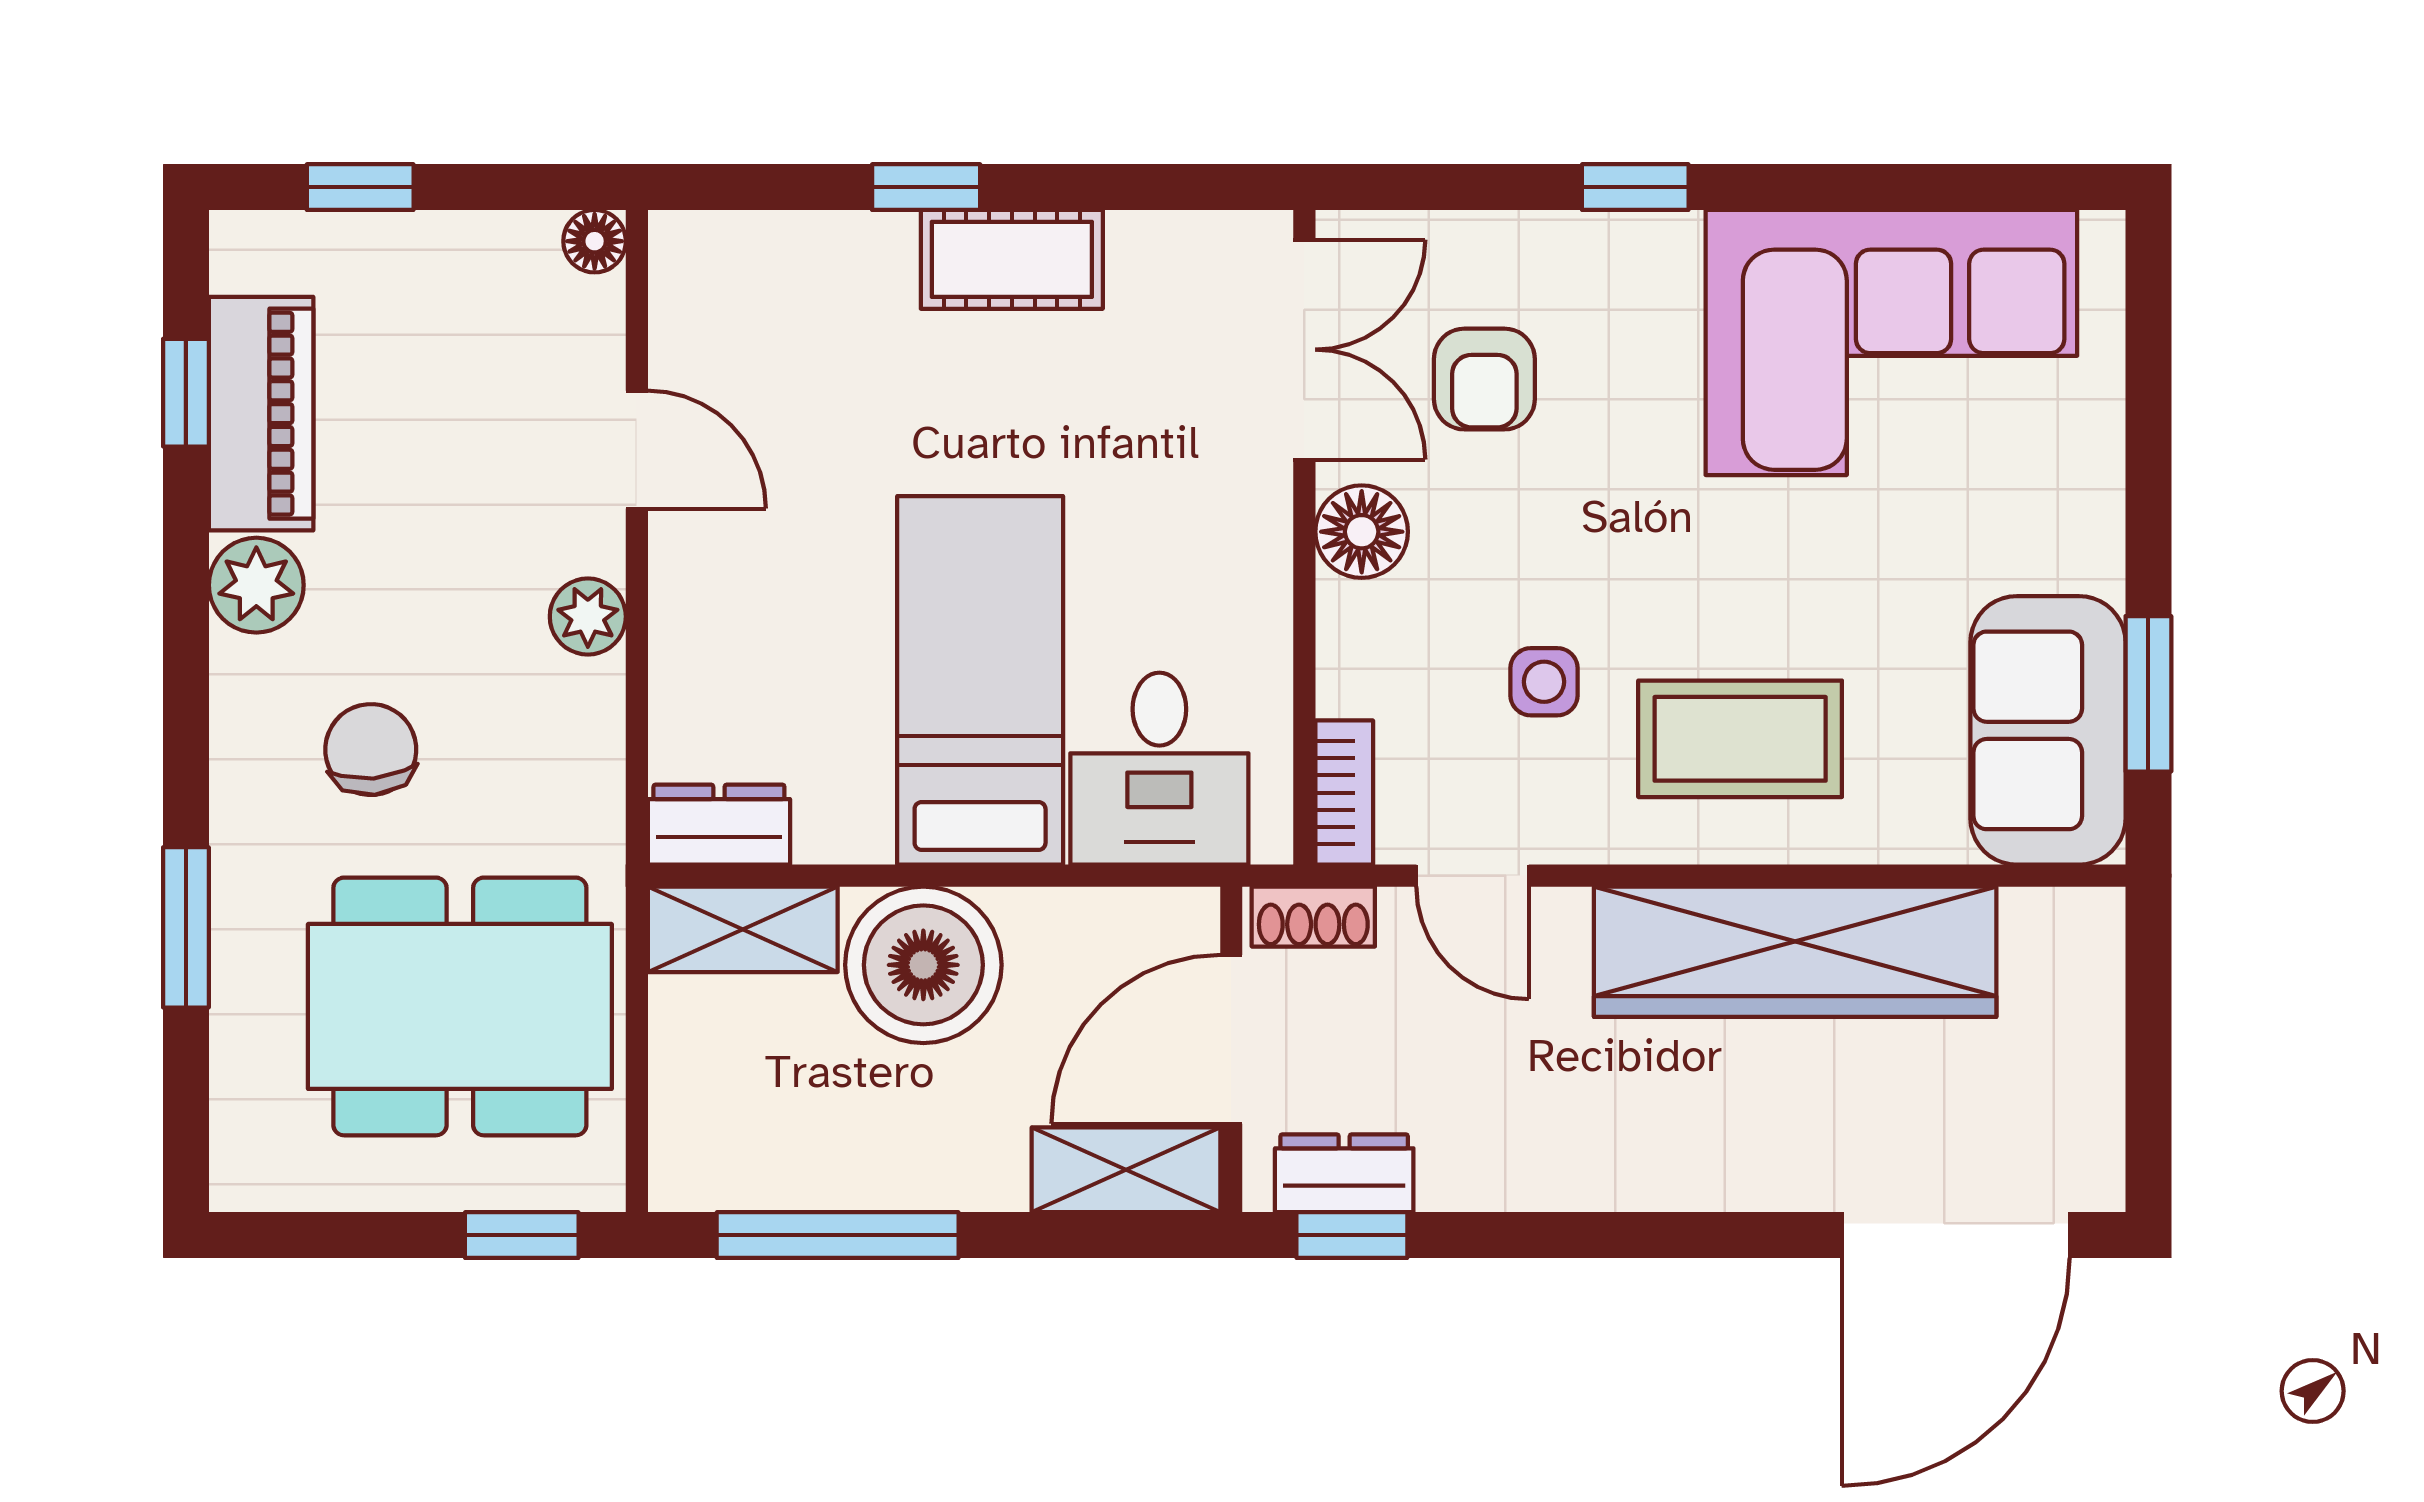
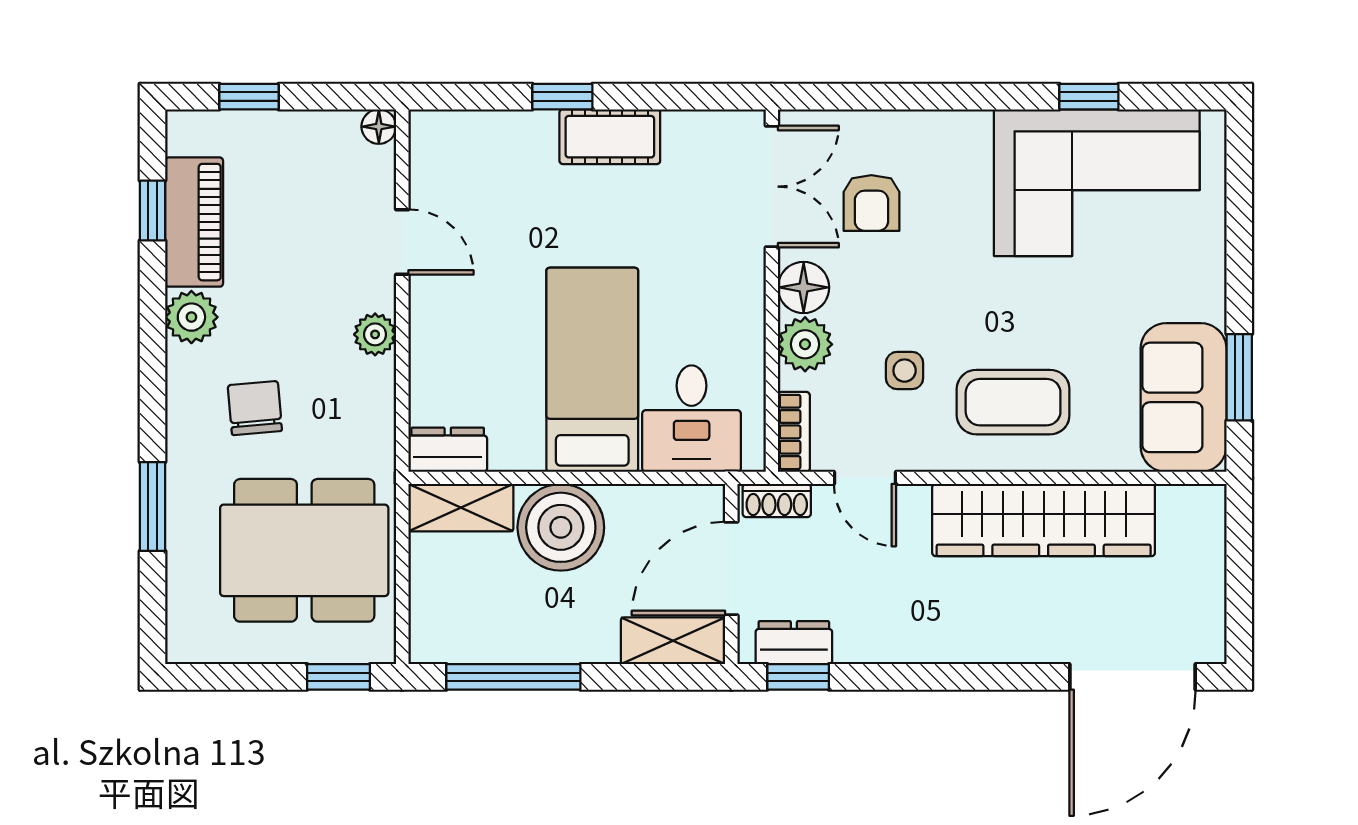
window: (1635, 187) -> (1089, 97), moved
plant: (1364, 634) -> (805, 344), added

